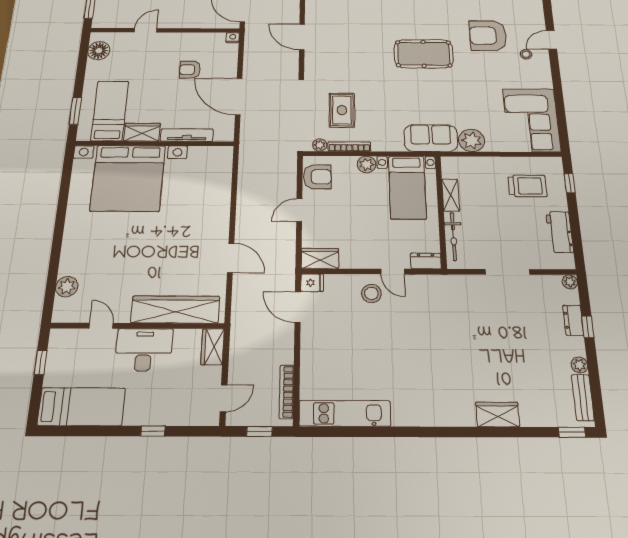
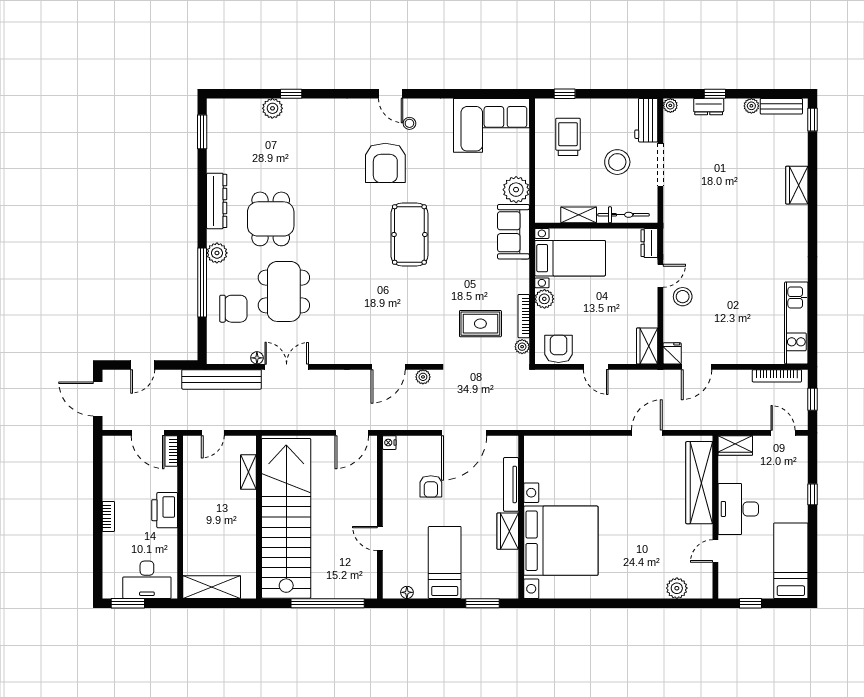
floor lamp: (99, 51) -> (407, 592), width x0.53, depth x0.53
plant: (292, 64) -> (423, 377), added
bed: (110, 111) -> (445, 562), moved, turned 90
stool: (506, 231) -> (617, 162), added
workbench: (560, 232) -> (646, 120), moved, turned 90

